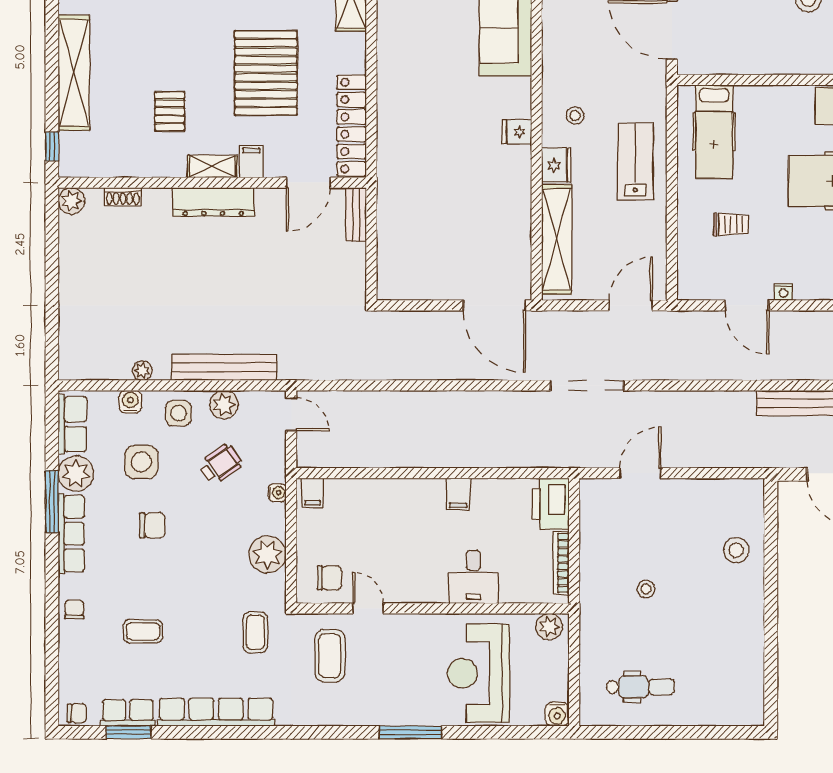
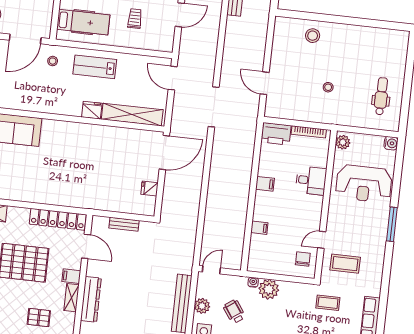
stool: (575, 116) -> (53, 61), moved
fridge: (517, 132) -> (149, 189), moved, turned 90
bench: (356, 214) -> (124, 224), moved
filing cabinet: (312, 493) -> (259, 228), moved
plant: (268, 554) -> (269, 289), moved

